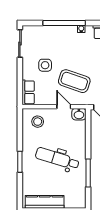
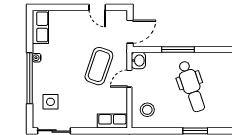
side table: (45, 65) -> (50, 102), moved
dental chair: (57, 159) -> (191, 86), turned -36
window: (88, 173) -> (178, 49), moved

